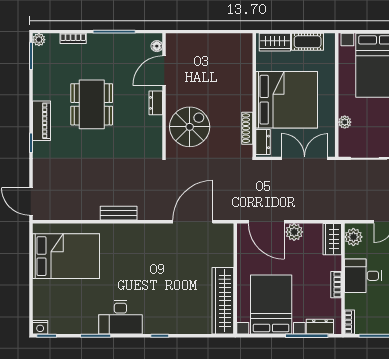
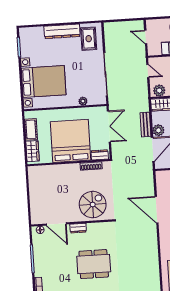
dining table: (92, 104) -> (94, 264), moved
spiral stairs: (190, 127) -> (93, 205), turned 90
double door: (305, 158) -> (109, 126), swing flipped
bench: (119, 213) -> (145, 125), moved
door: (193, 222) -> (157, 210), moved

